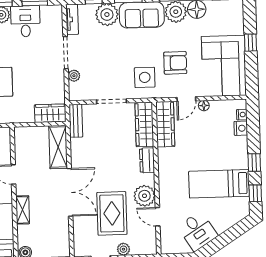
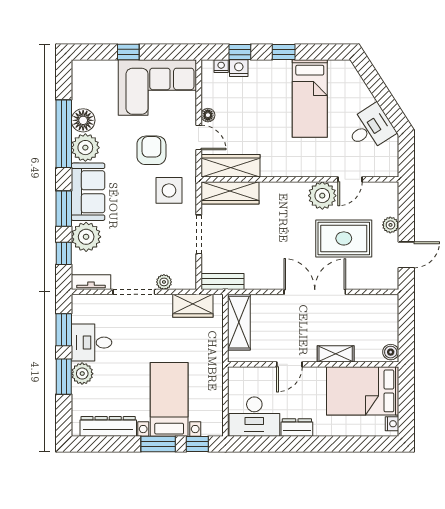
wardrobe: (50, 113) -> (193, 306), moved, turned -90
shelving: (58, 147) -> (239, 322), moved, turned 90
dresser: (147, 160) -> (277, 191), removed
window: (255, 193) -> (240, 52), moved

